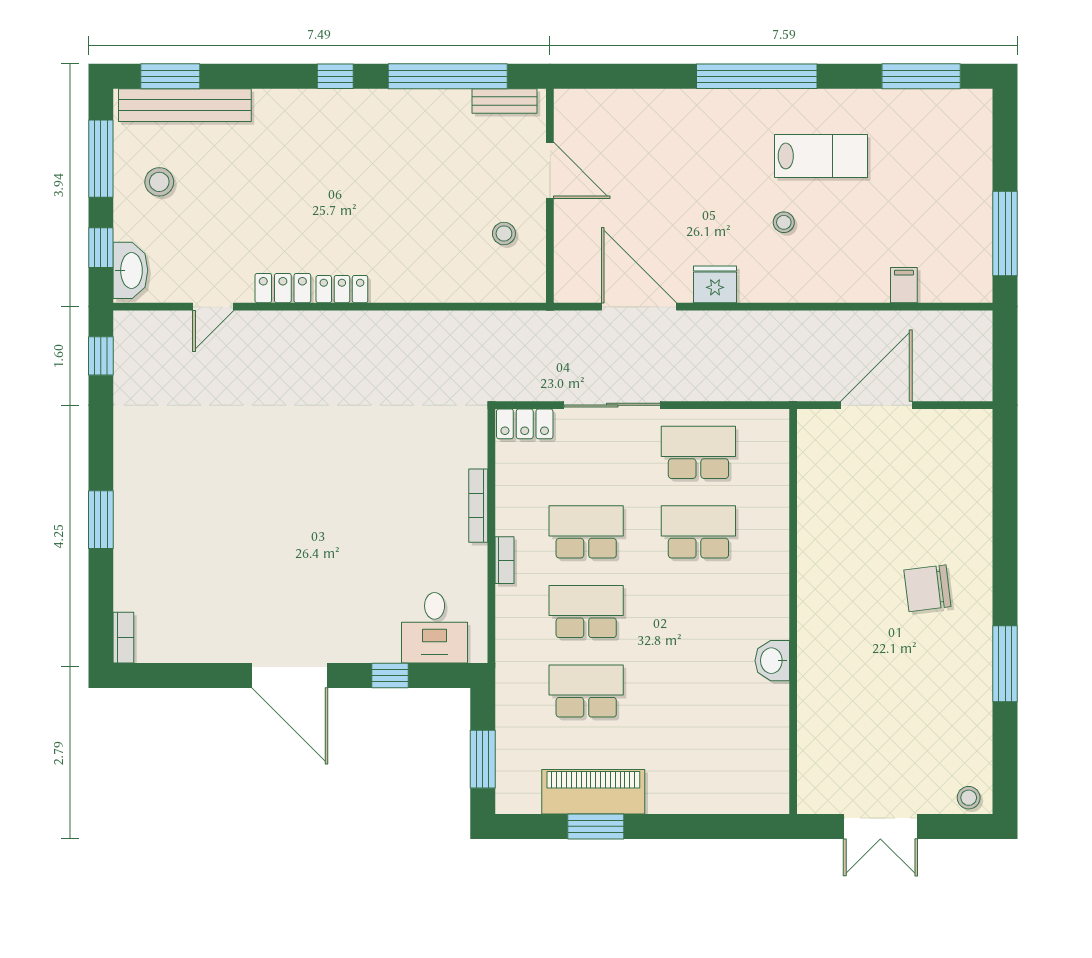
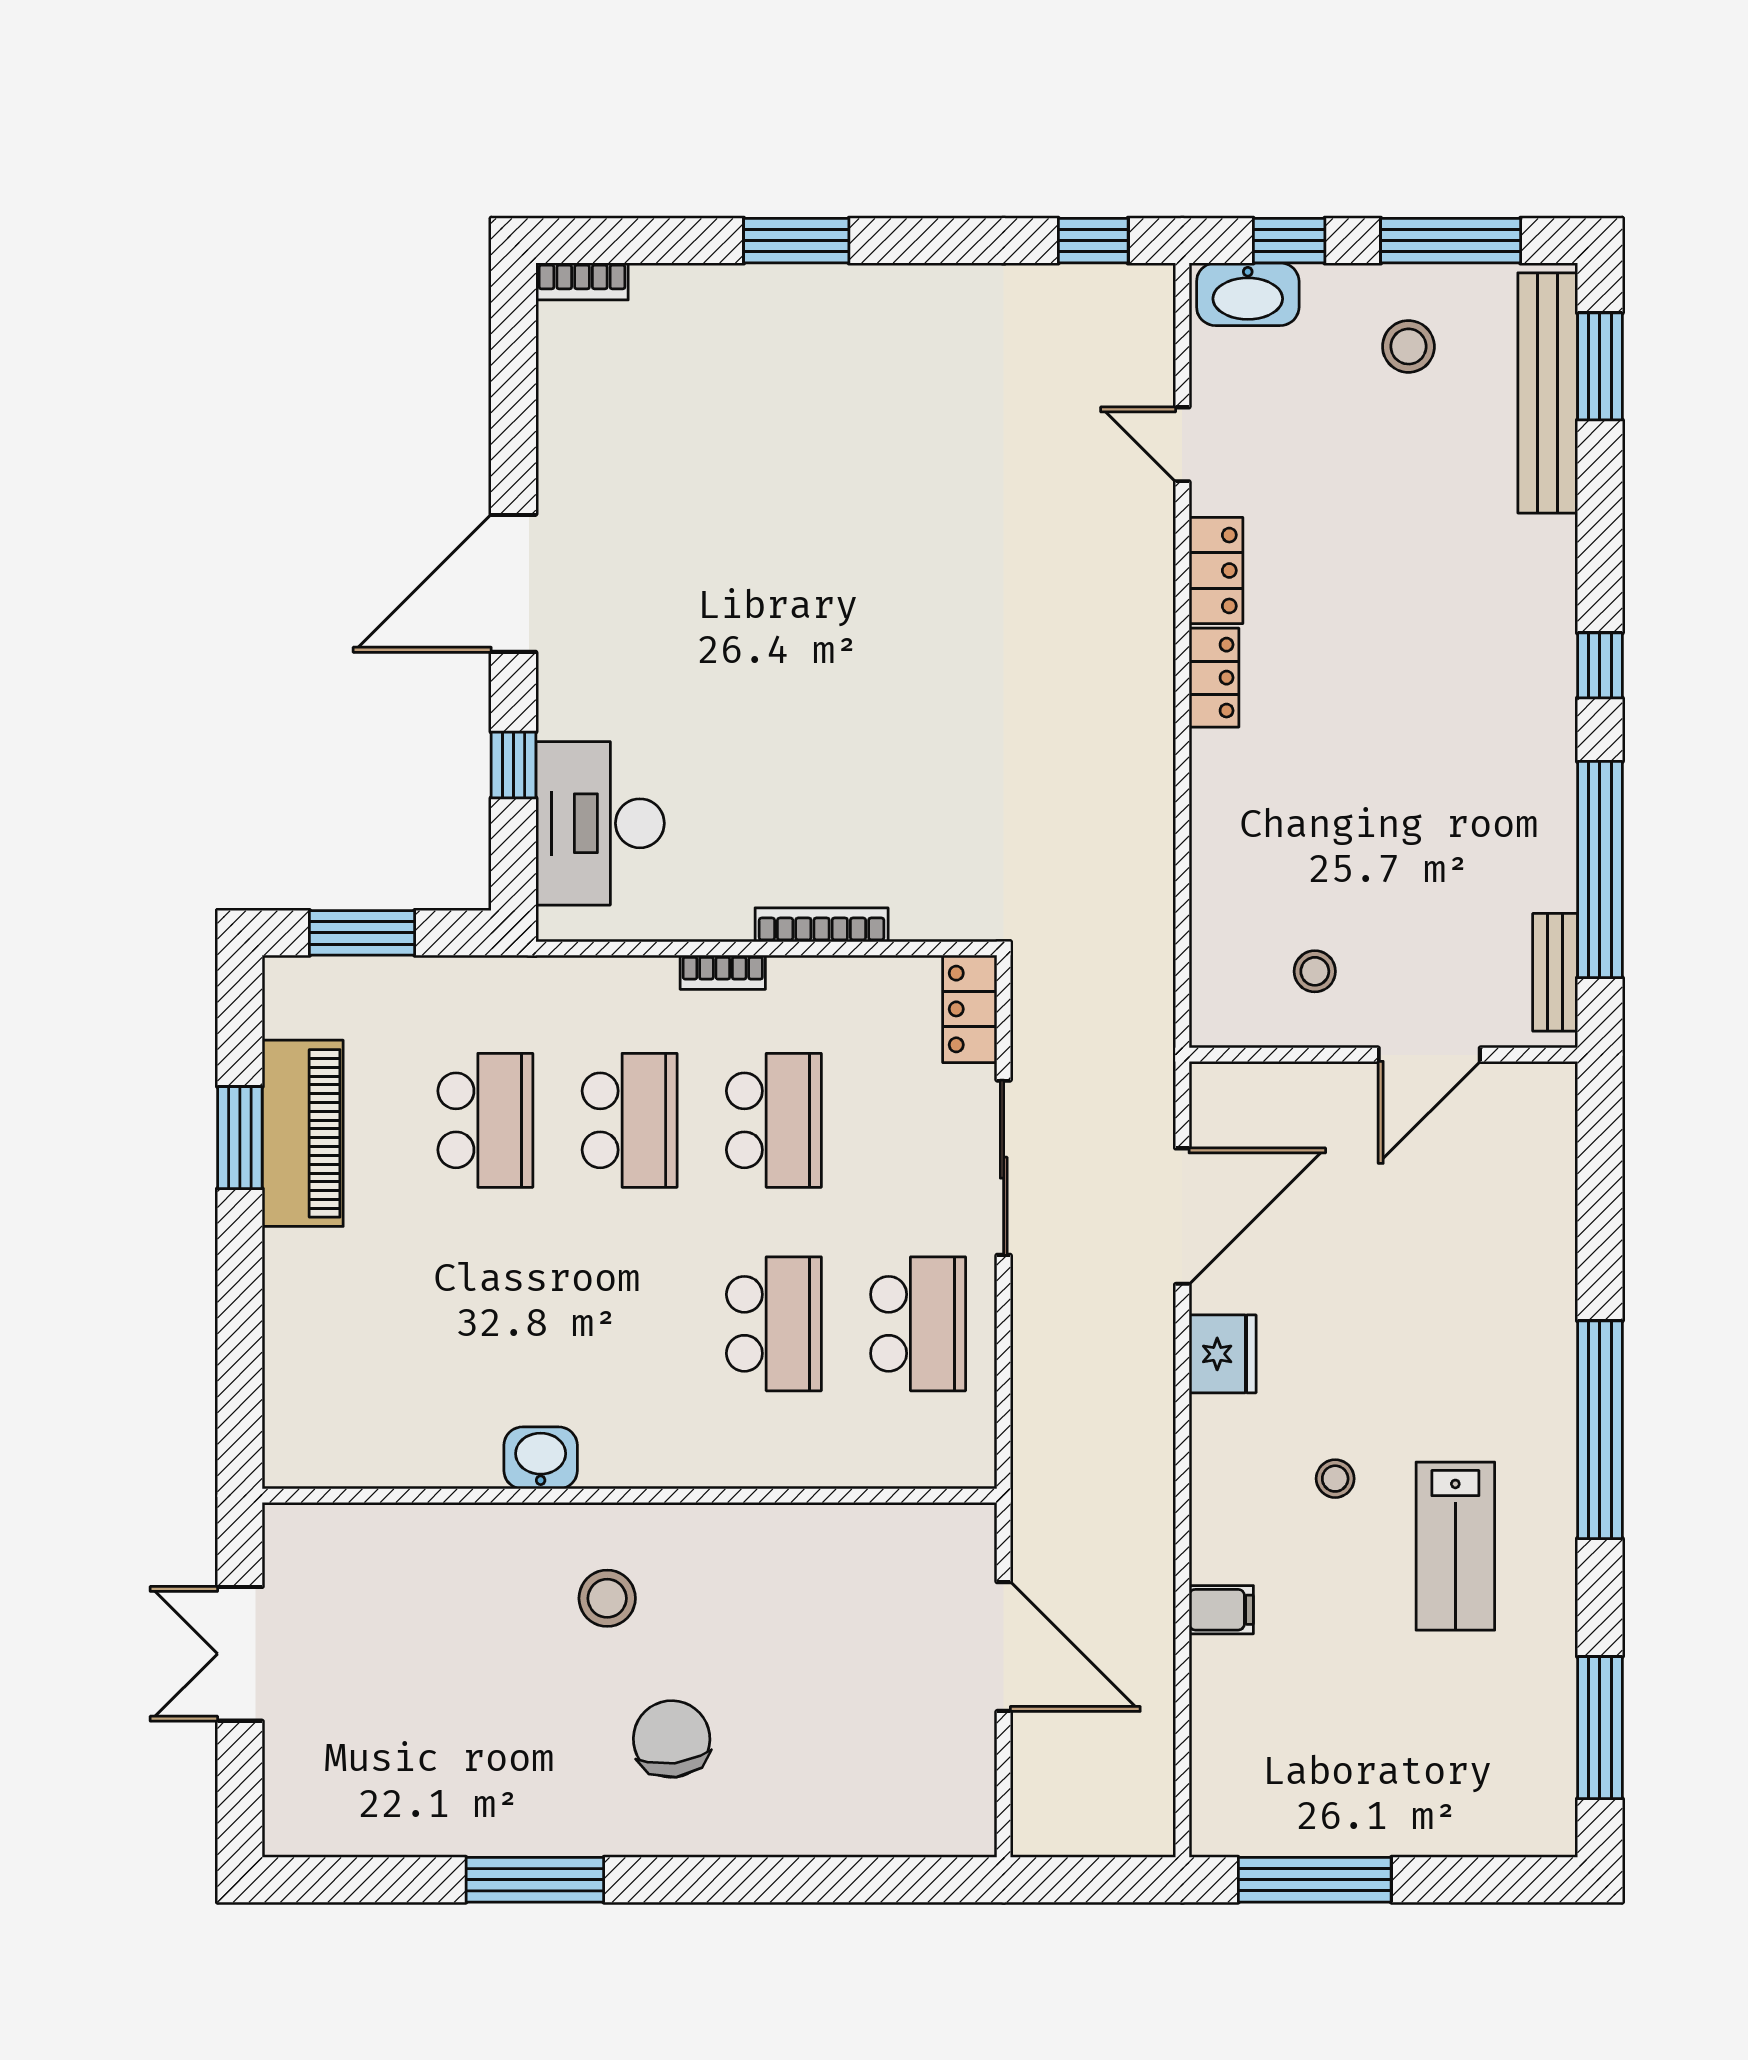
filing cabinet: (904, 285) -> (1221, 1610), moved
desk: (435, 628) -> (600, 823), width x1.37
stool: (969, 798) -> (607, 1598), moved, width x1.37, depth x1.37

